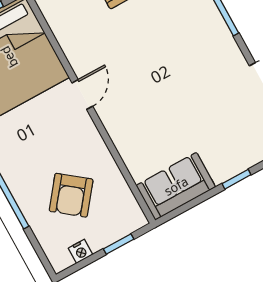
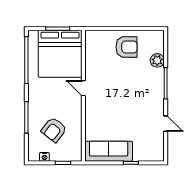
door: (82, 95) -> (83, 88), swing flipped
sofa: (176, 186) -> (109, 151), width x1.36

